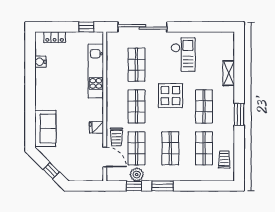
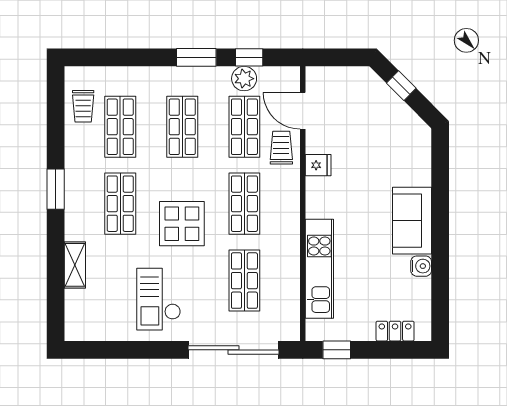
water cooler: (40, 62) -> (421, 266), moved
sofa: (45, 128) -> (412, 221), moved

